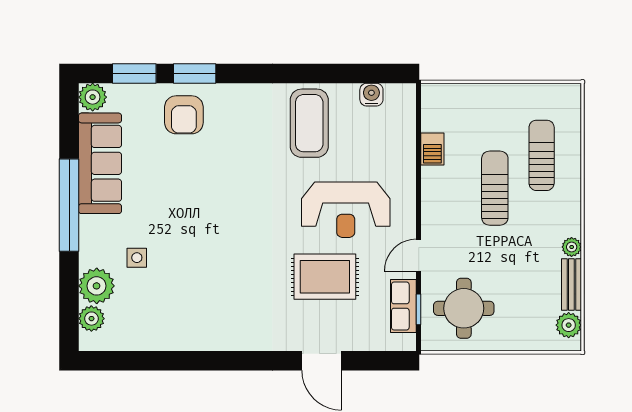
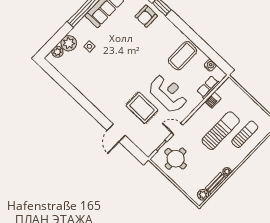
sun lounger: (495, 188) -> (221, 131), width x1.36, depth x1.34
reception desk: (346, 210) -> (168, 93), turned 180
row of seats: (403, 306) -> (208, 87), moved

